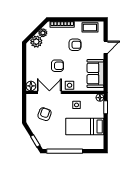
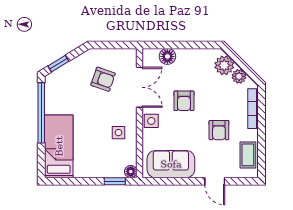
floor lamp: (31, 86) -> (167, 56), moved
bed: (85, 126) -> (59, 146), moved

